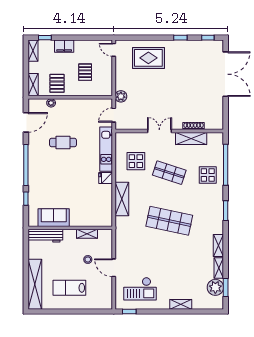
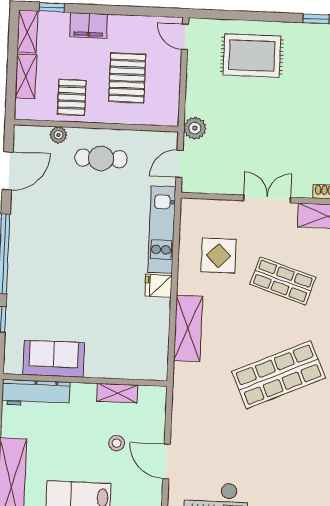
pallet: (85, 72) -> (127, 78), width x1.50, depth x1.42
shelving: (33, 85) -> (26, 76), moved
cafe table: (63, 142) -> (101, 158), moved
shop shelf: (169, 221) -> (279, 375), turned -36

